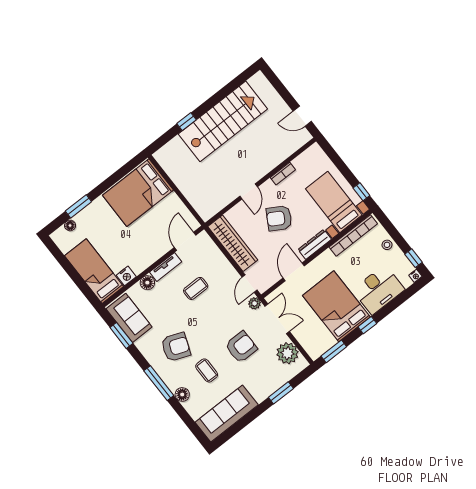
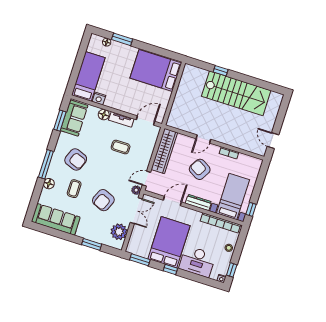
armchair: (241, 347) -> (103, 200), turned 113

